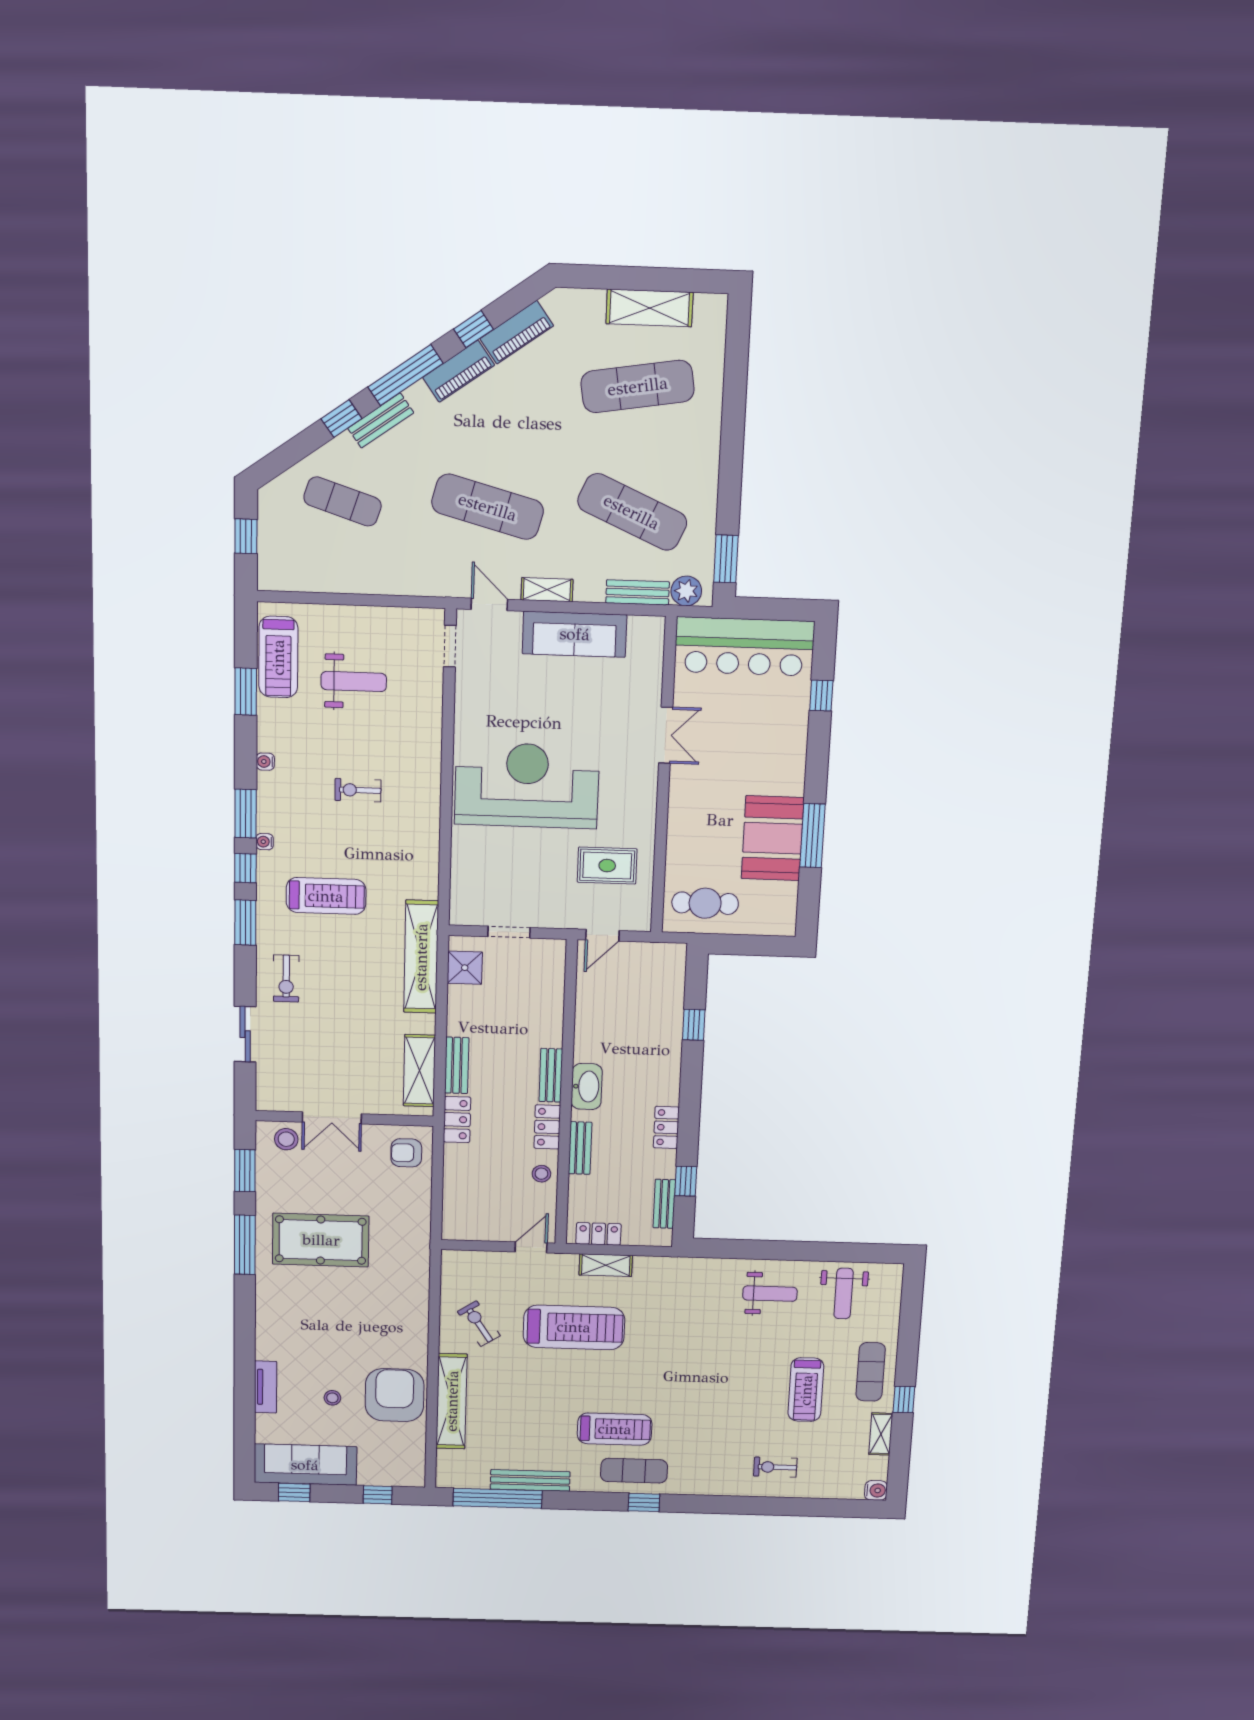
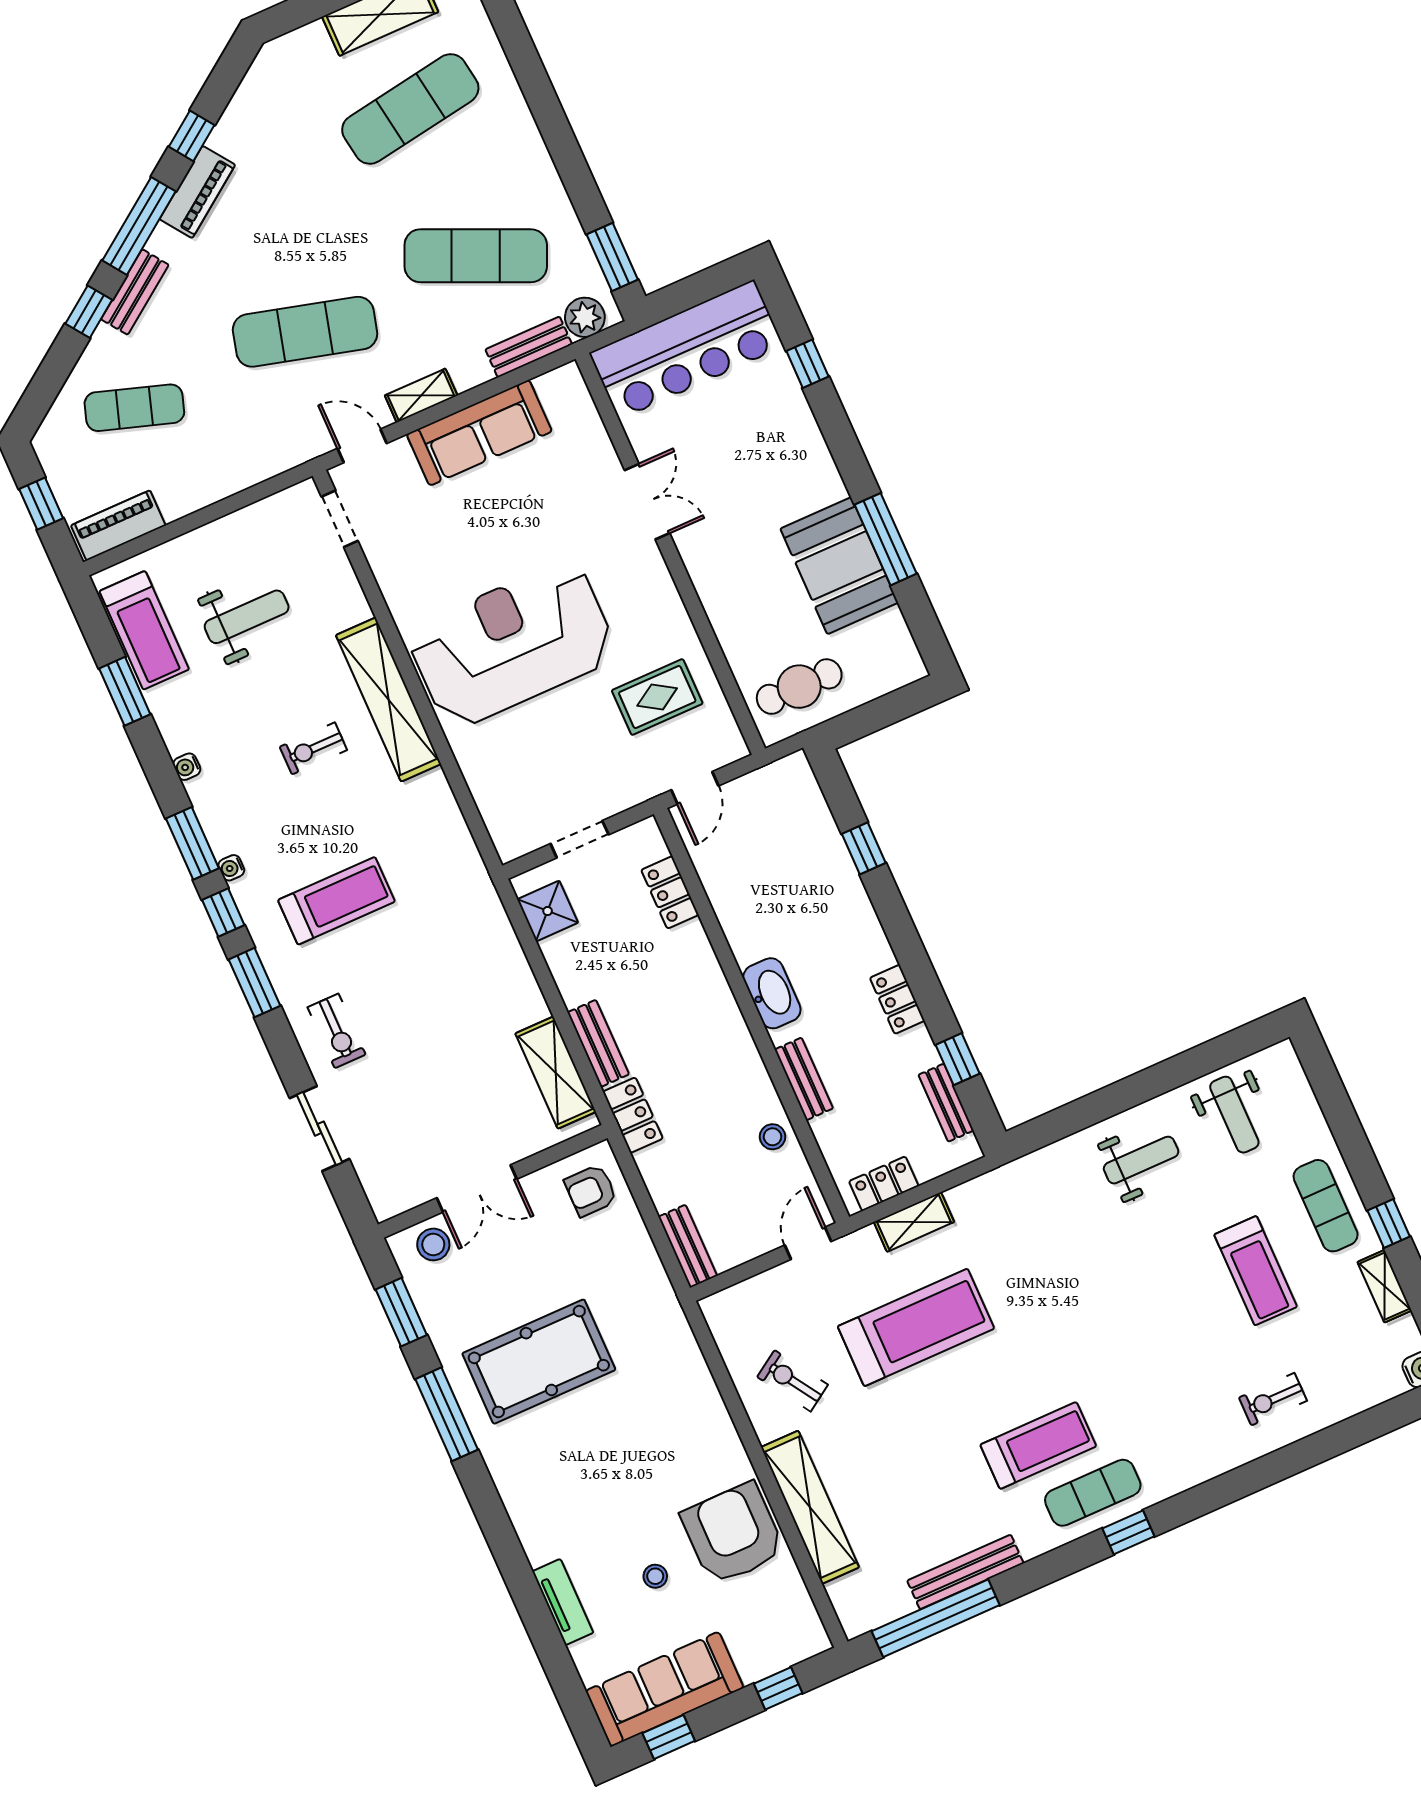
piano: (517, 332) -> (118, 525), moved, turned -144
shelving: (421, 957) -> (388, 700), moved
bench: (551, 1075) -> (688, 1246), moved
locker: (547, 1127) -> (670, 892), moved

